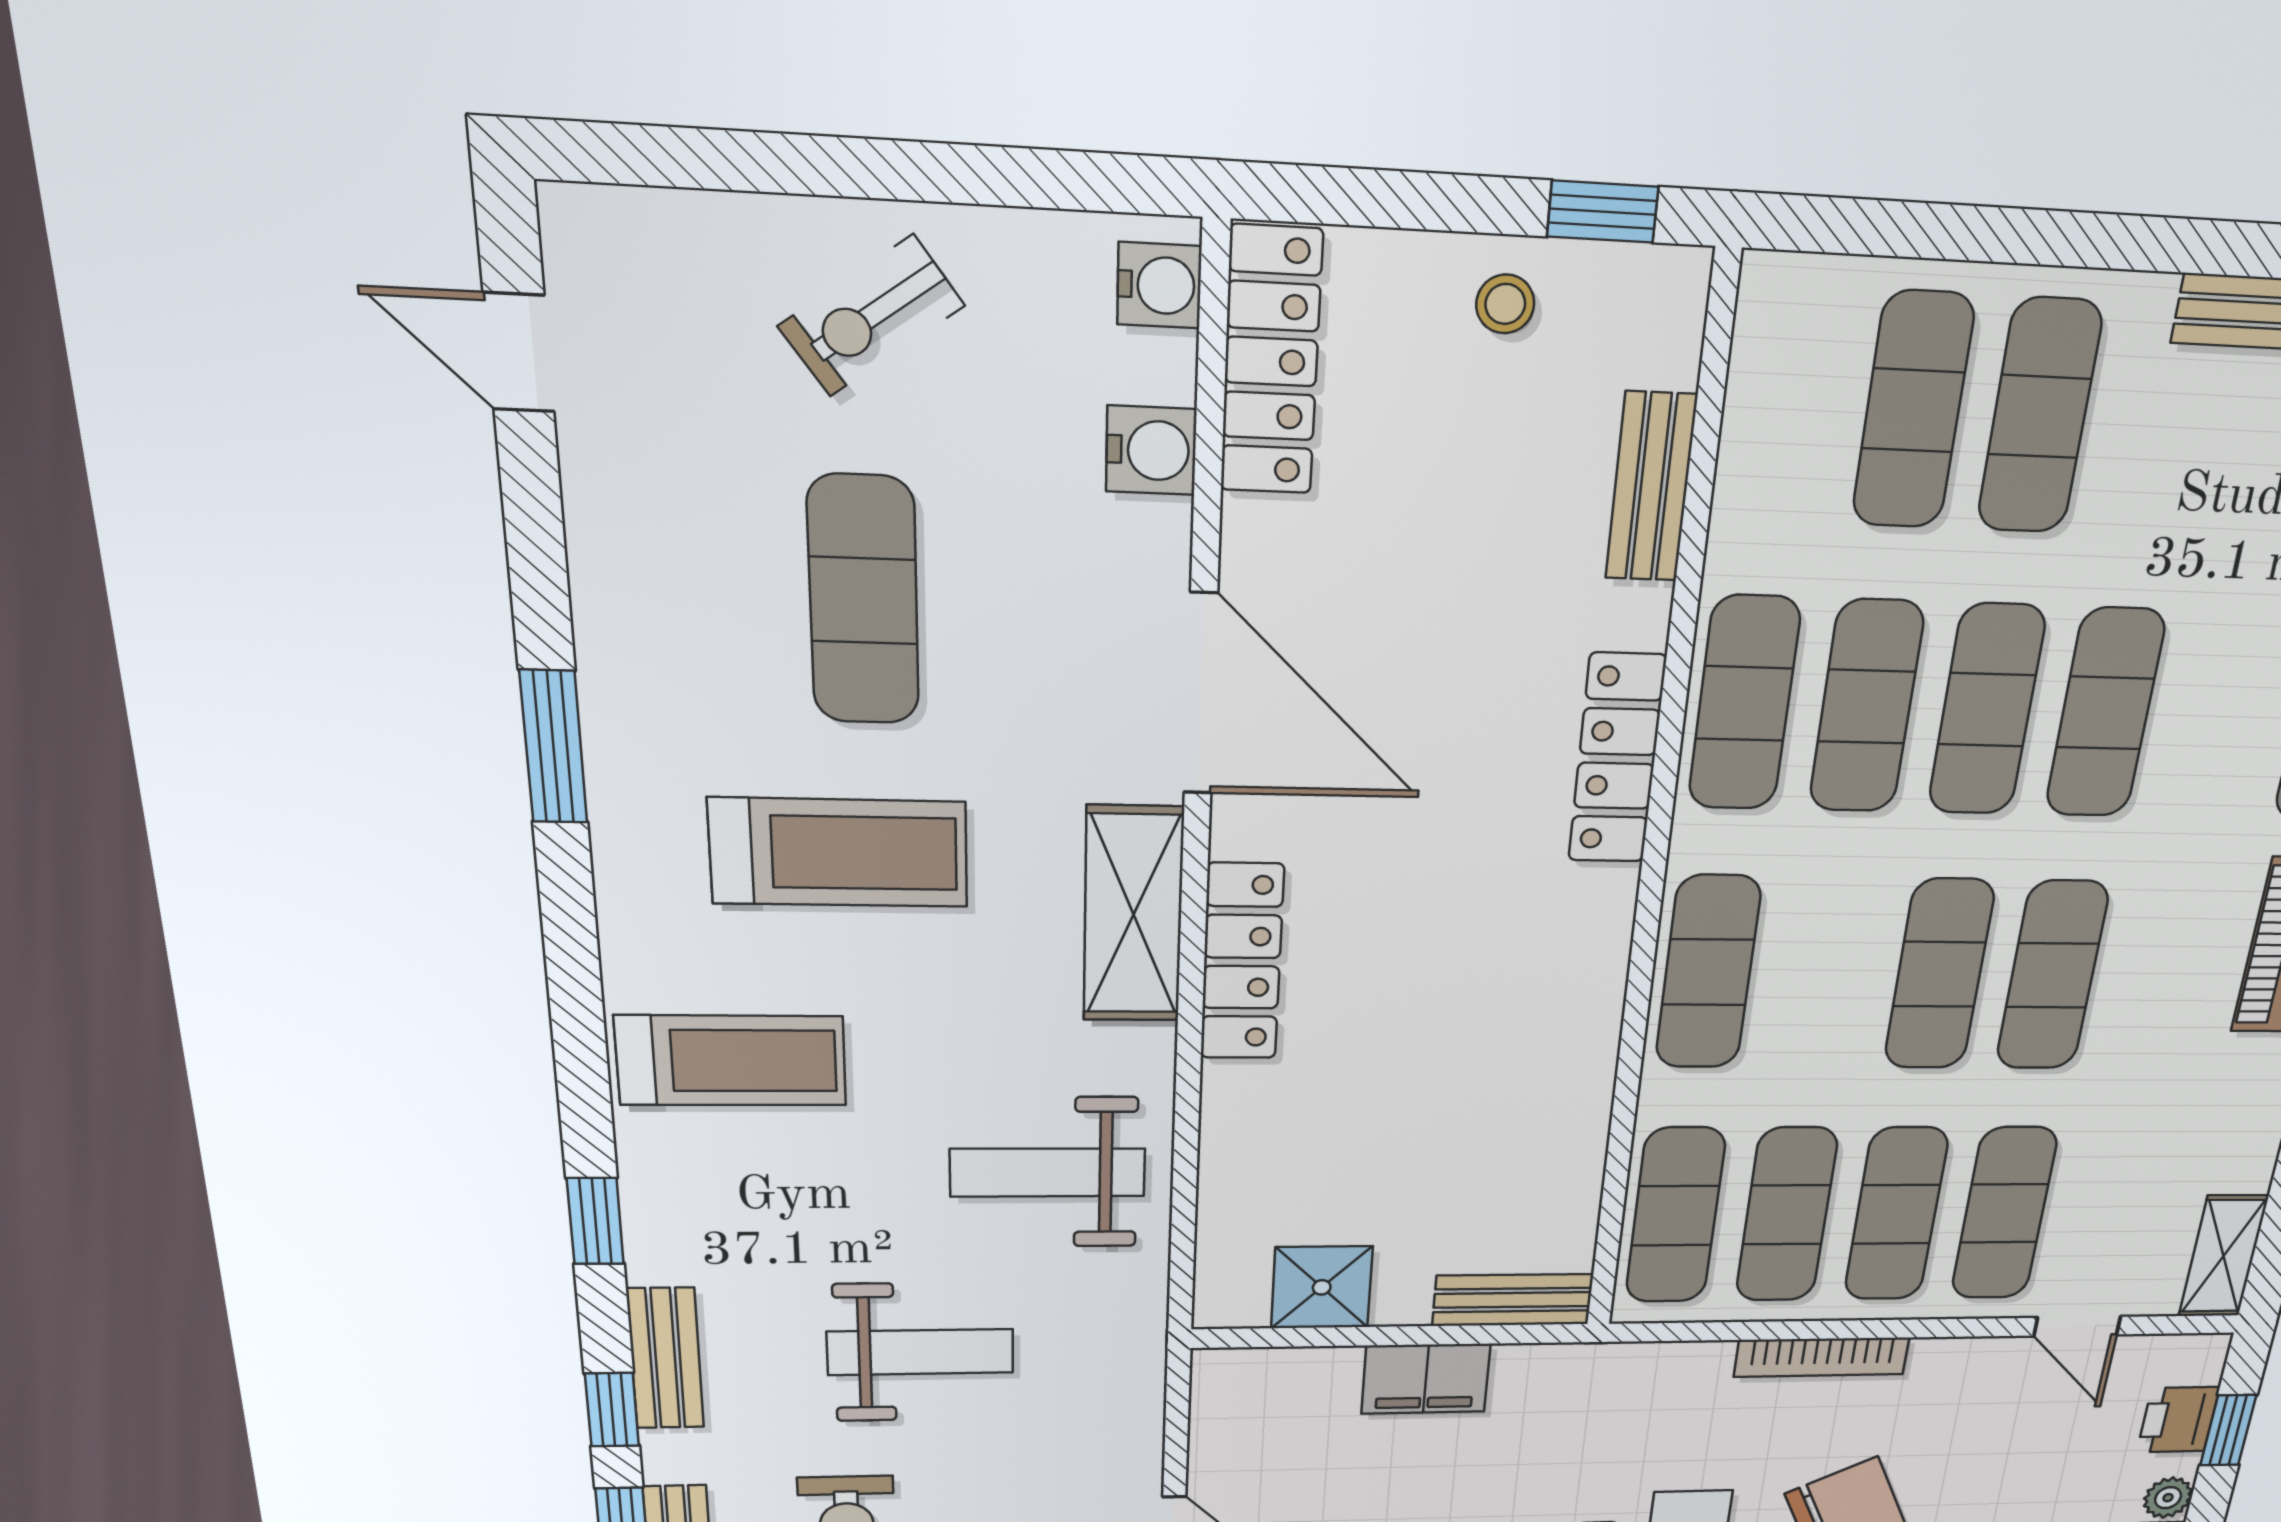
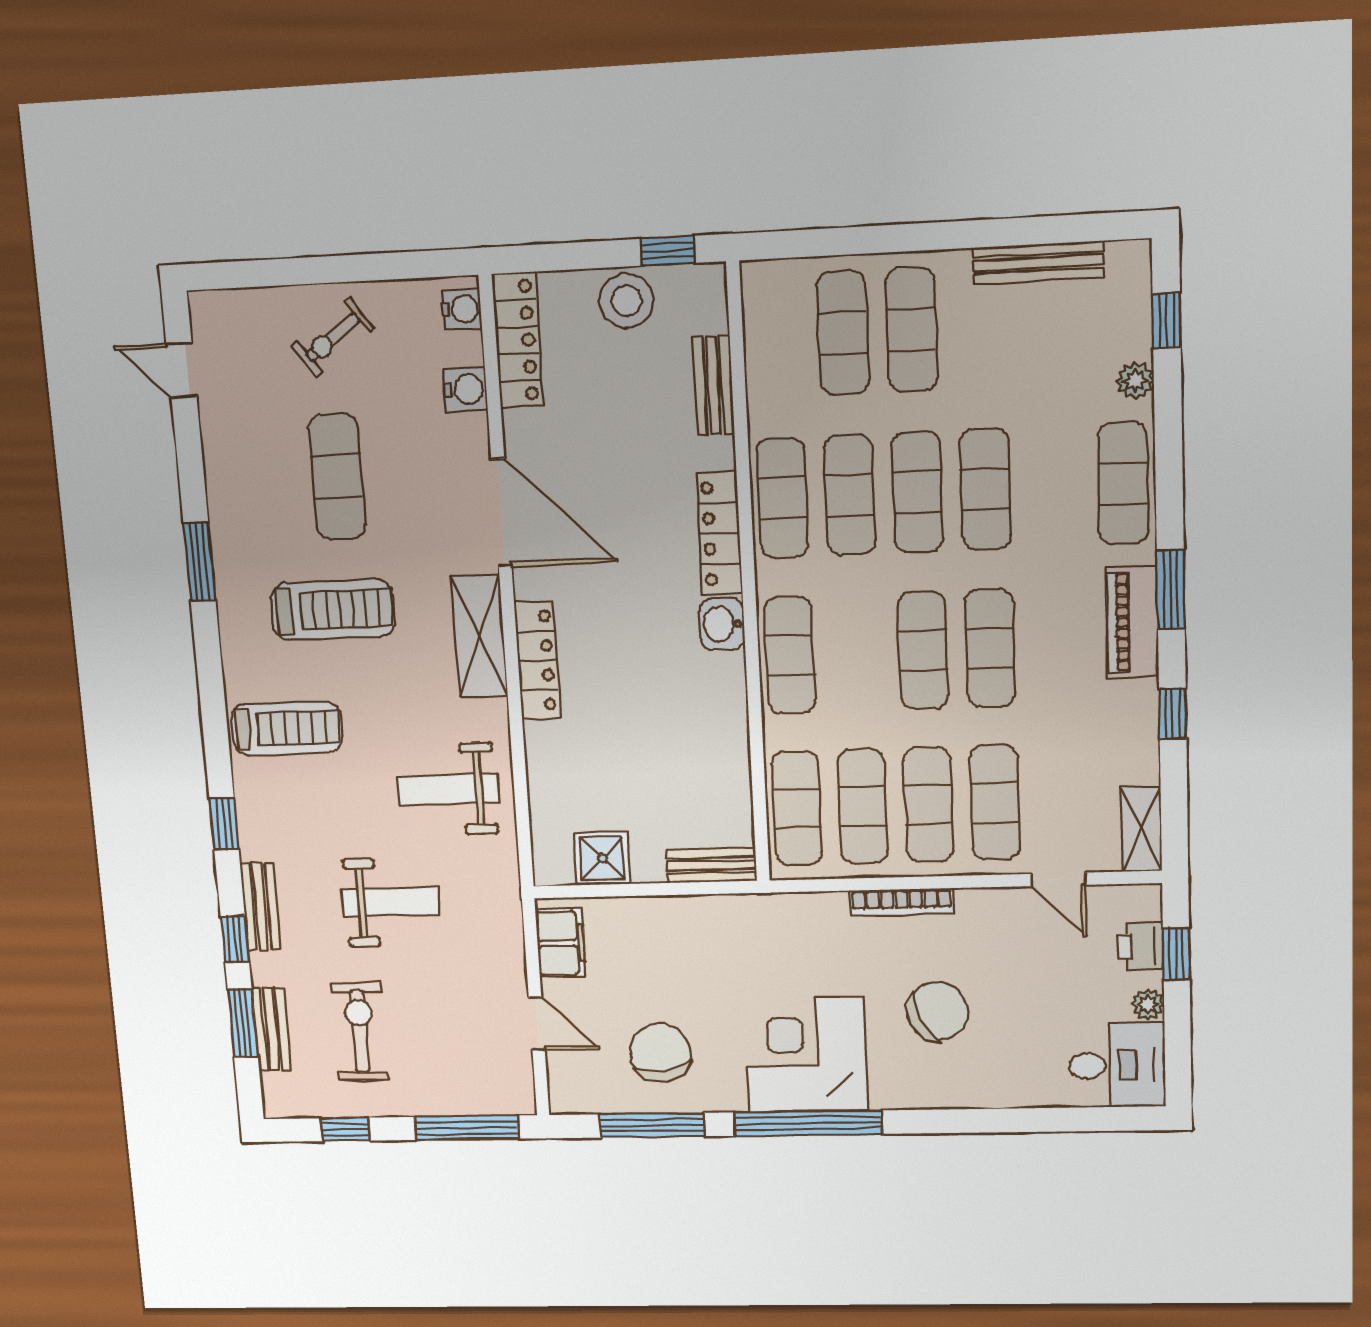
stool: (1505, 304) -> (627, 301), width x1.89, depth x1.89
washbasin: (1595, 915) -> (722, 624), added
filing cabinet: (1426, 1379) -> (561, 943), moved, turned -90

